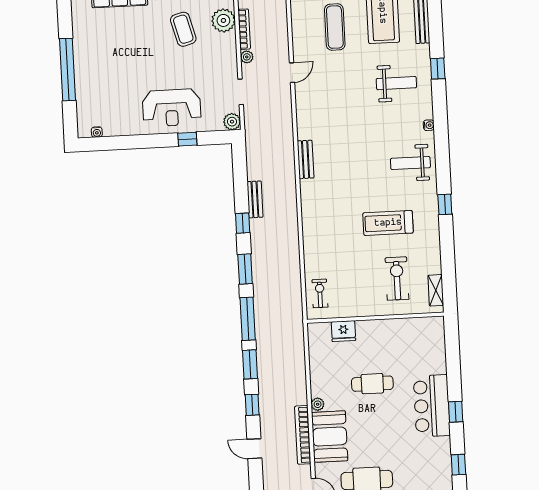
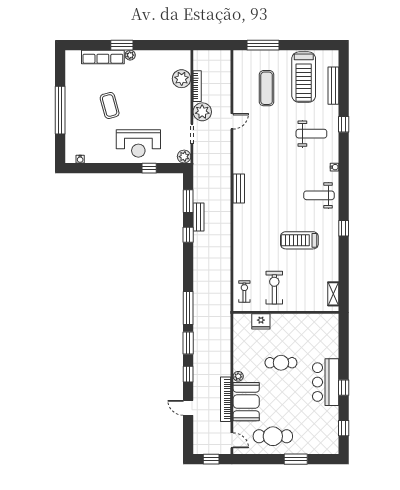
coffee table: (183, 29) -> (110, 105), moved
plant: (247, 57) -> (202, 112), width x1.88, depth x1.88
window: (245, 269) -> (188, 201), moved
exercise bike: (397, 278) -> (274, 288), moved

